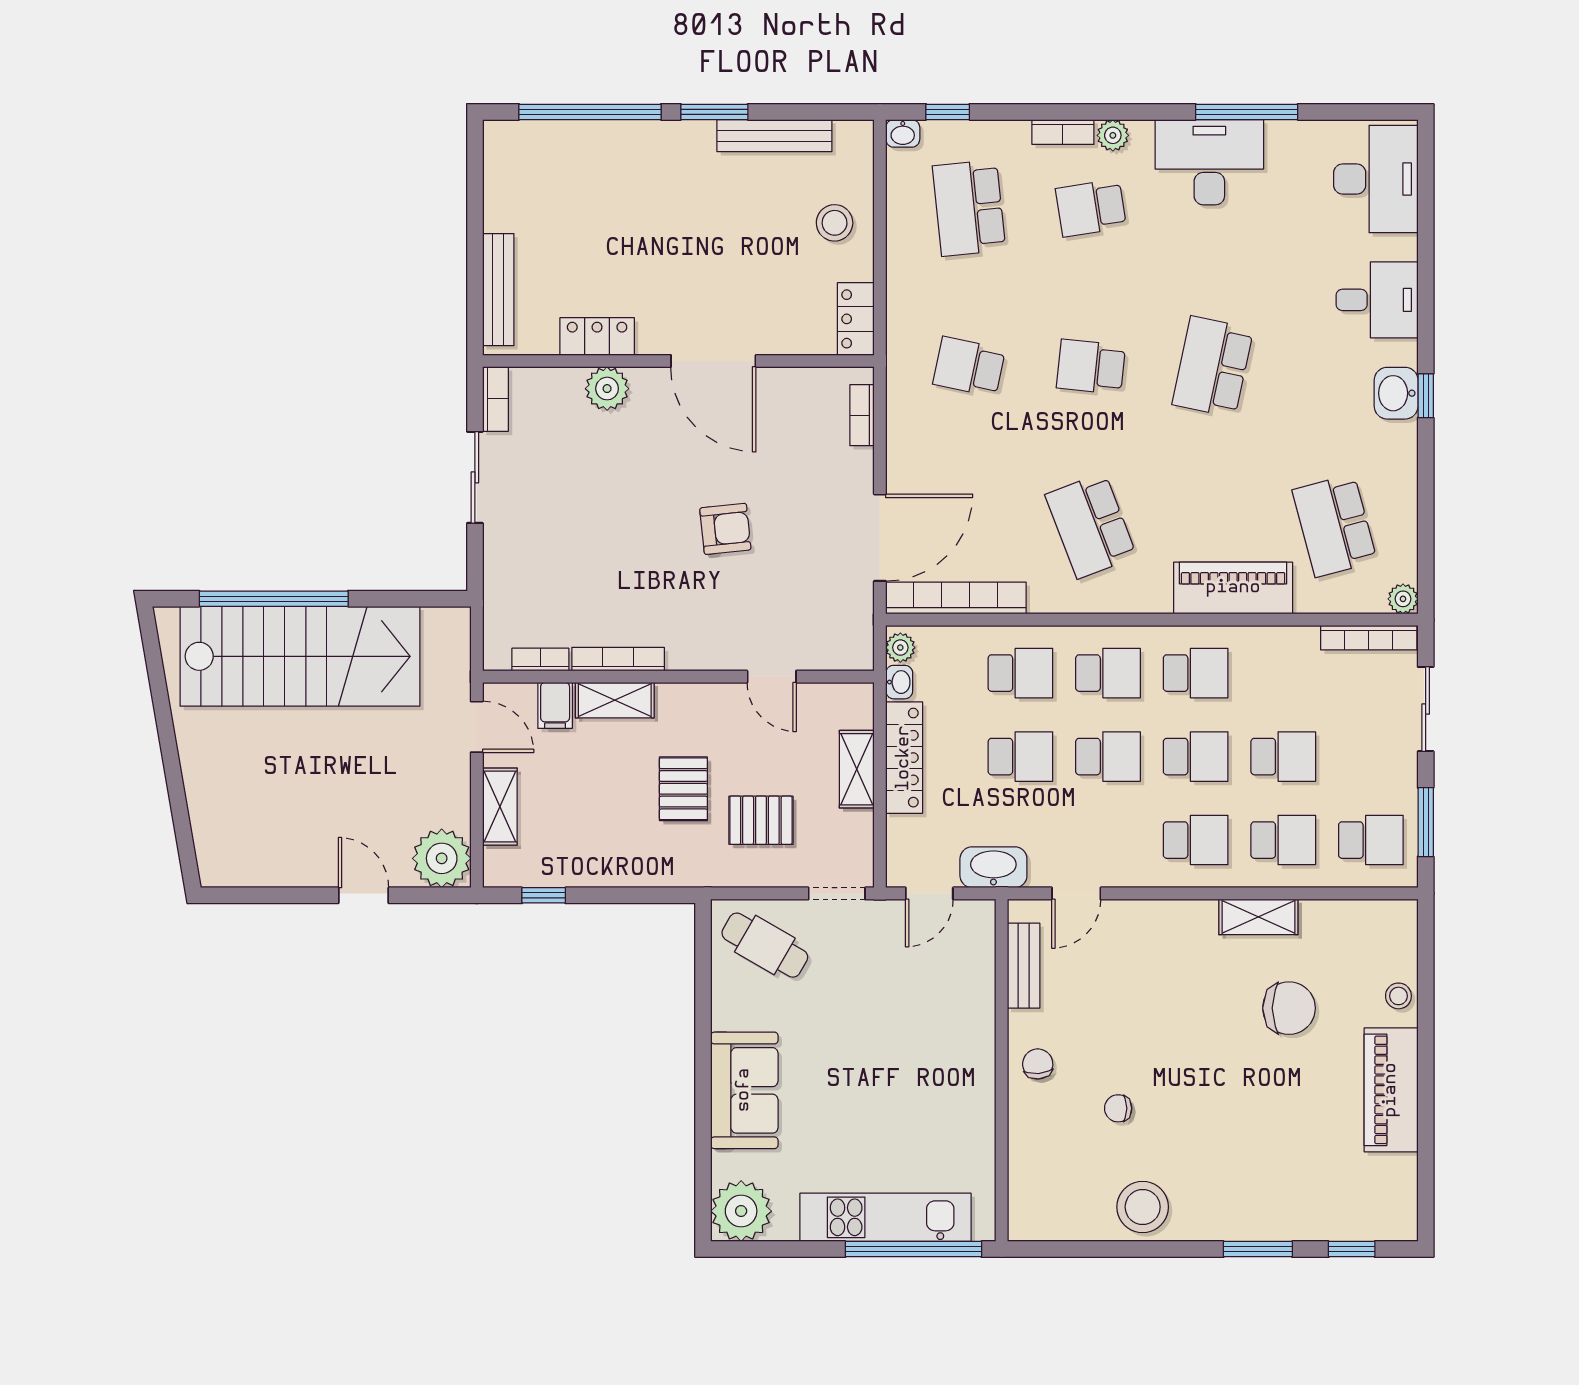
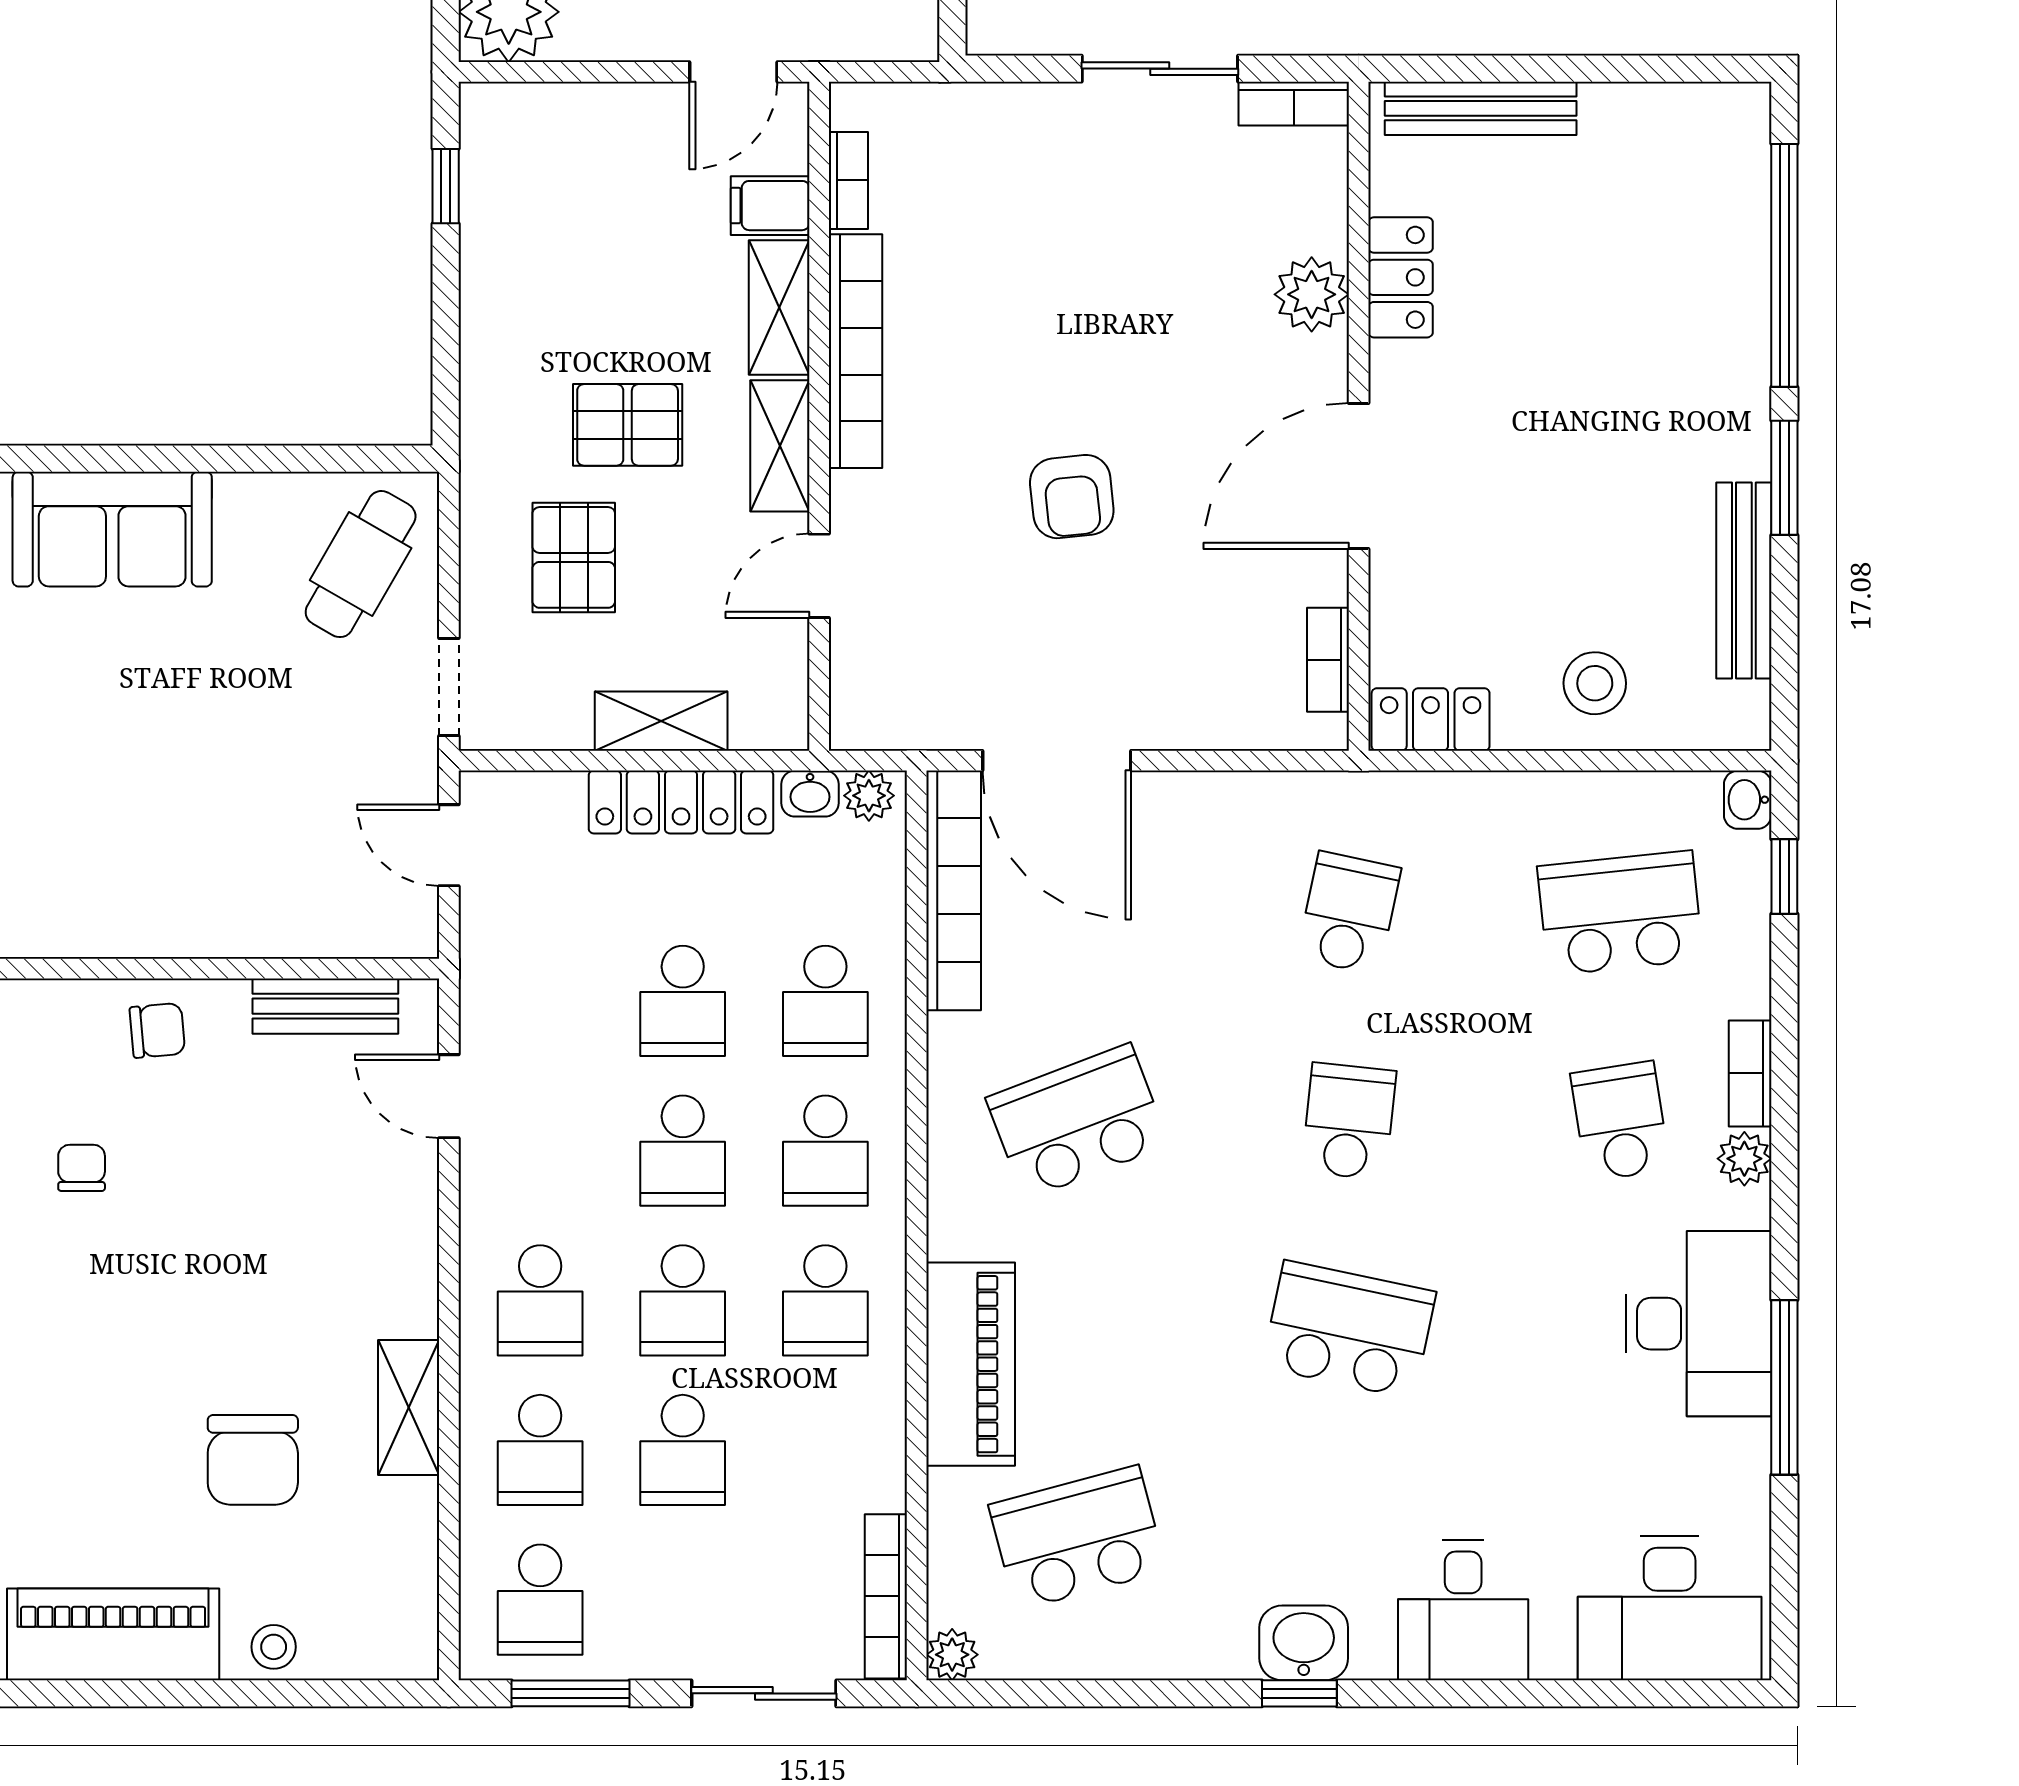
bookcase: (862, 415) -> (1328, 660), moved, turned -90
bookcase: (618, 659) -> (856, 351), width x1.48, depth x1.31
shelving: (500, 807) -> (780, 446), moved, turned 90
washbasin: (993, 867) -> (494, 955), removed

